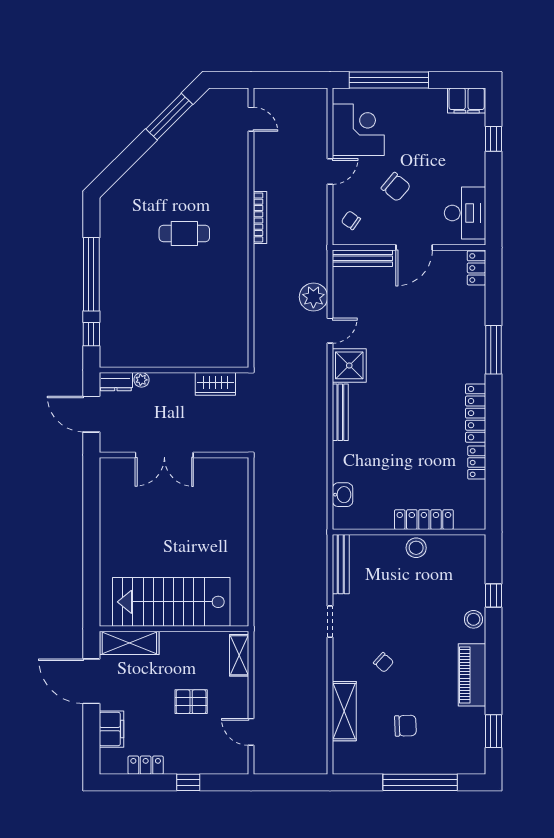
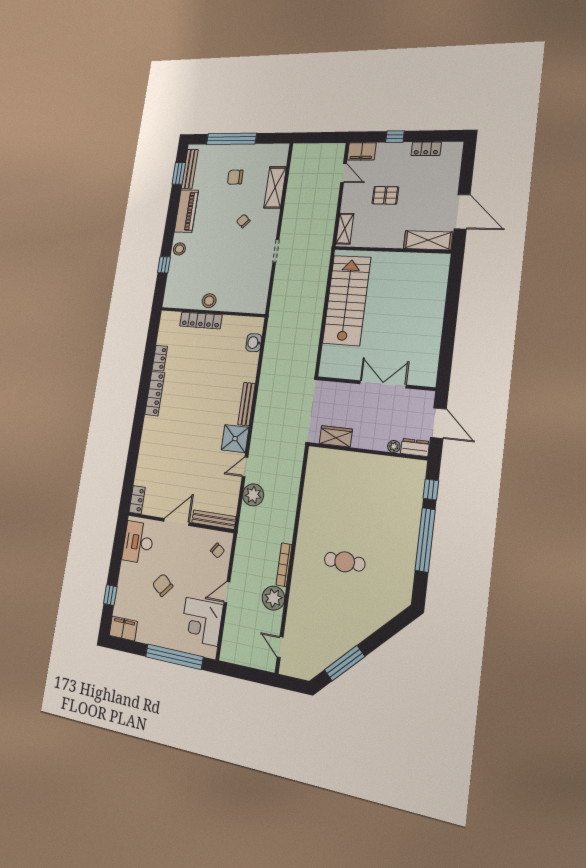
plant: (268, 175) -> (273, 598), added
chair: (396, 187) -> (163, 585), moved
window: (494, 350) -> (136, 438), removed
bench: (341, 564) -> (190, 169), moved
stairs: (171, 602) -> (347, 300), moved, turned -90
filing cabinet: (111, 729) -> (362, 151), moved, turned -90

